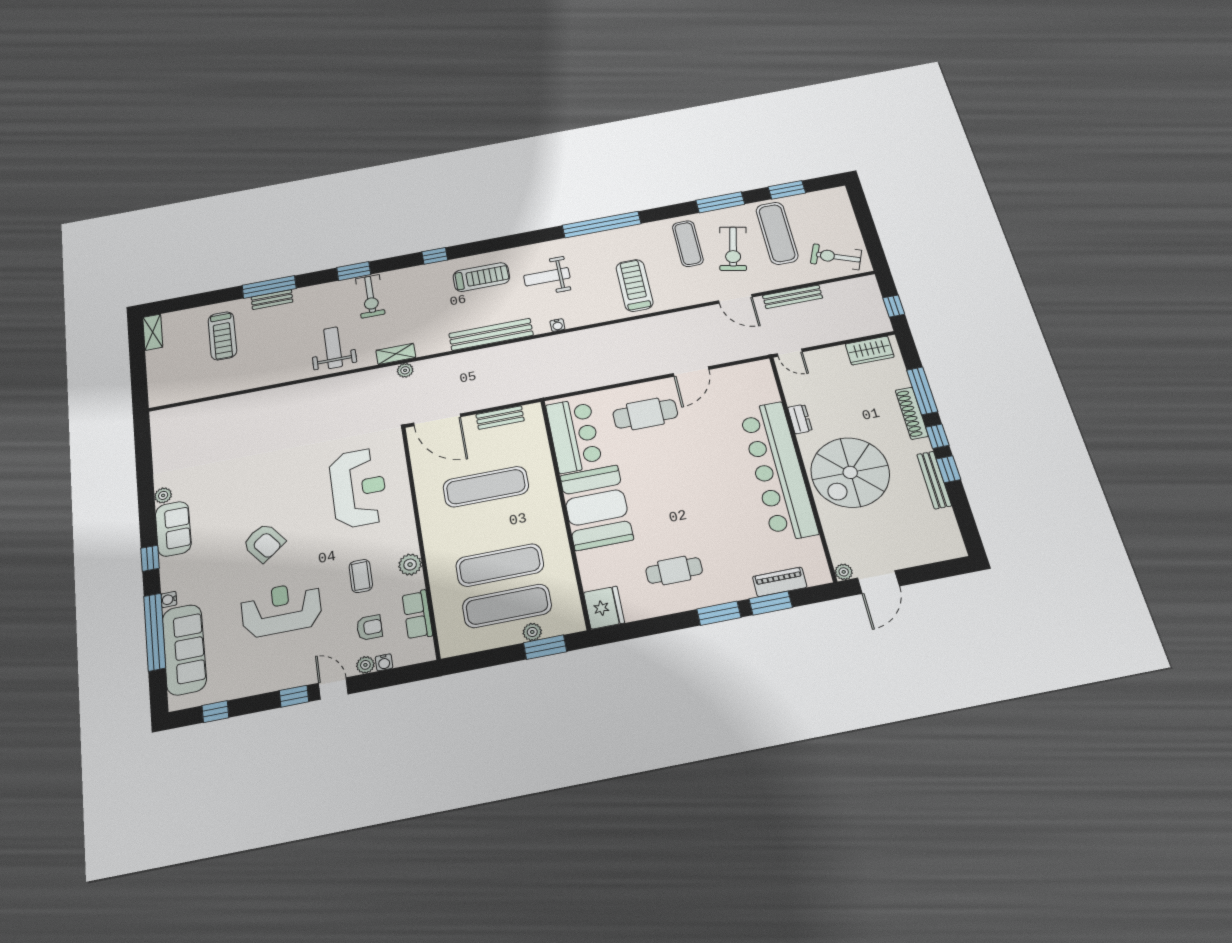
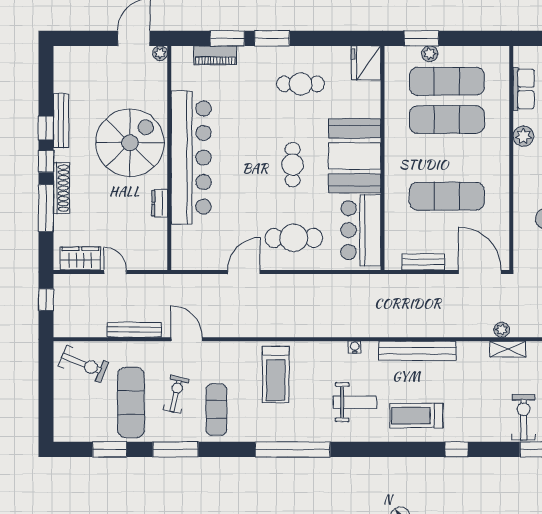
exercise bike: (733, 249) -> (176, 394), width x0.73, depth x0.72
door: (790, 353) -> (115, 272), moved
cafe table: (663, 485) -> (293, 165), added

